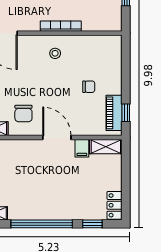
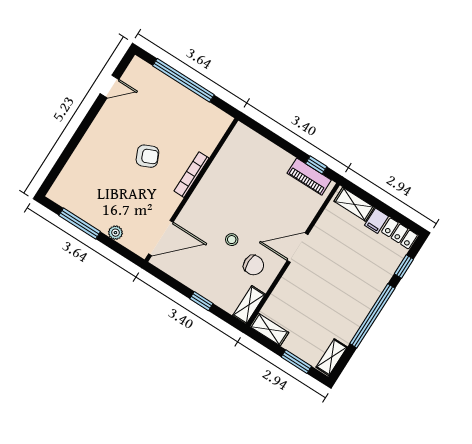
stool: (55, 53) -> (232, 240), moved
chair: (89, 87) -> (268, 185), removed
shelving: (106, 147) -> (354, 204), moved, turned 90
filing cabinet: (82, 148) -> (376, 221), moved, turned 90

